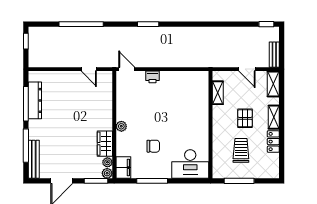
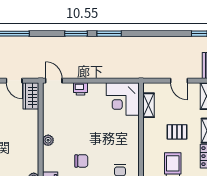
window: (180, 24) -> (109, 34), added
corner desk: (193, 87) -> (123, 99), added
pallet: (245, 118) -> (177, 132), turned 90
wardrobe: (105, 144) -> (31, 96), moved

